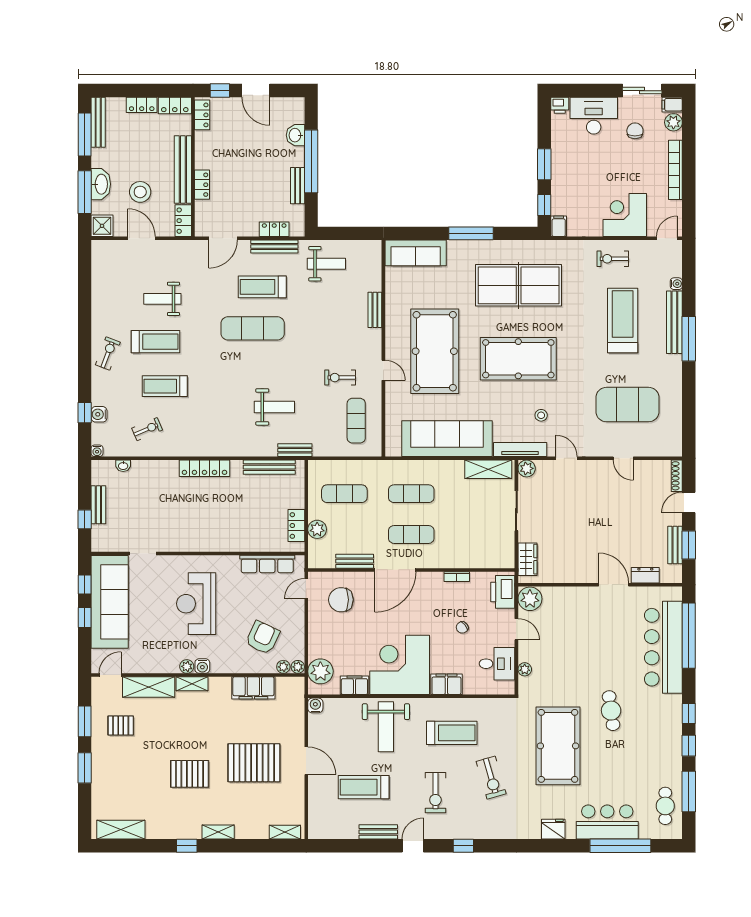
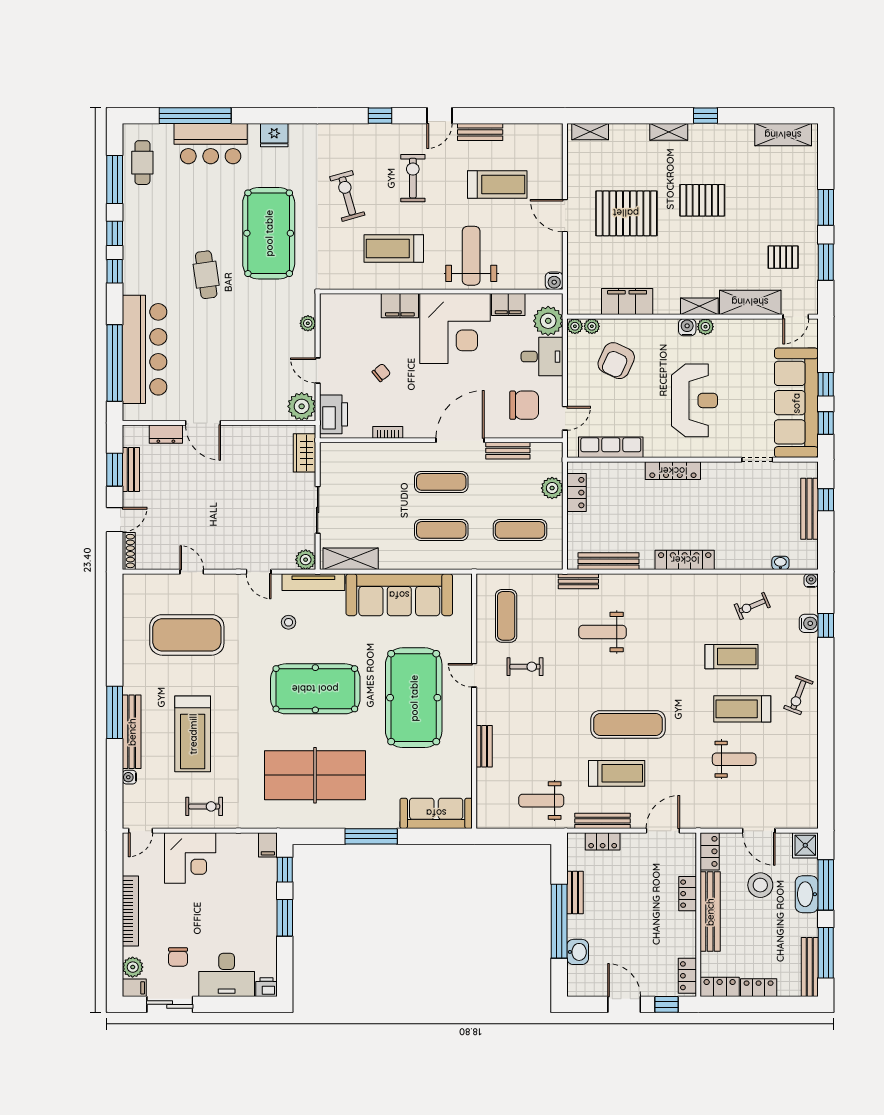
bench: (98, 505) -> (809, 509), width x1.36
locker: (214, 544) -> (673, 471), added
desk: (497, 664) -> (542, 357), moved, turned 180

